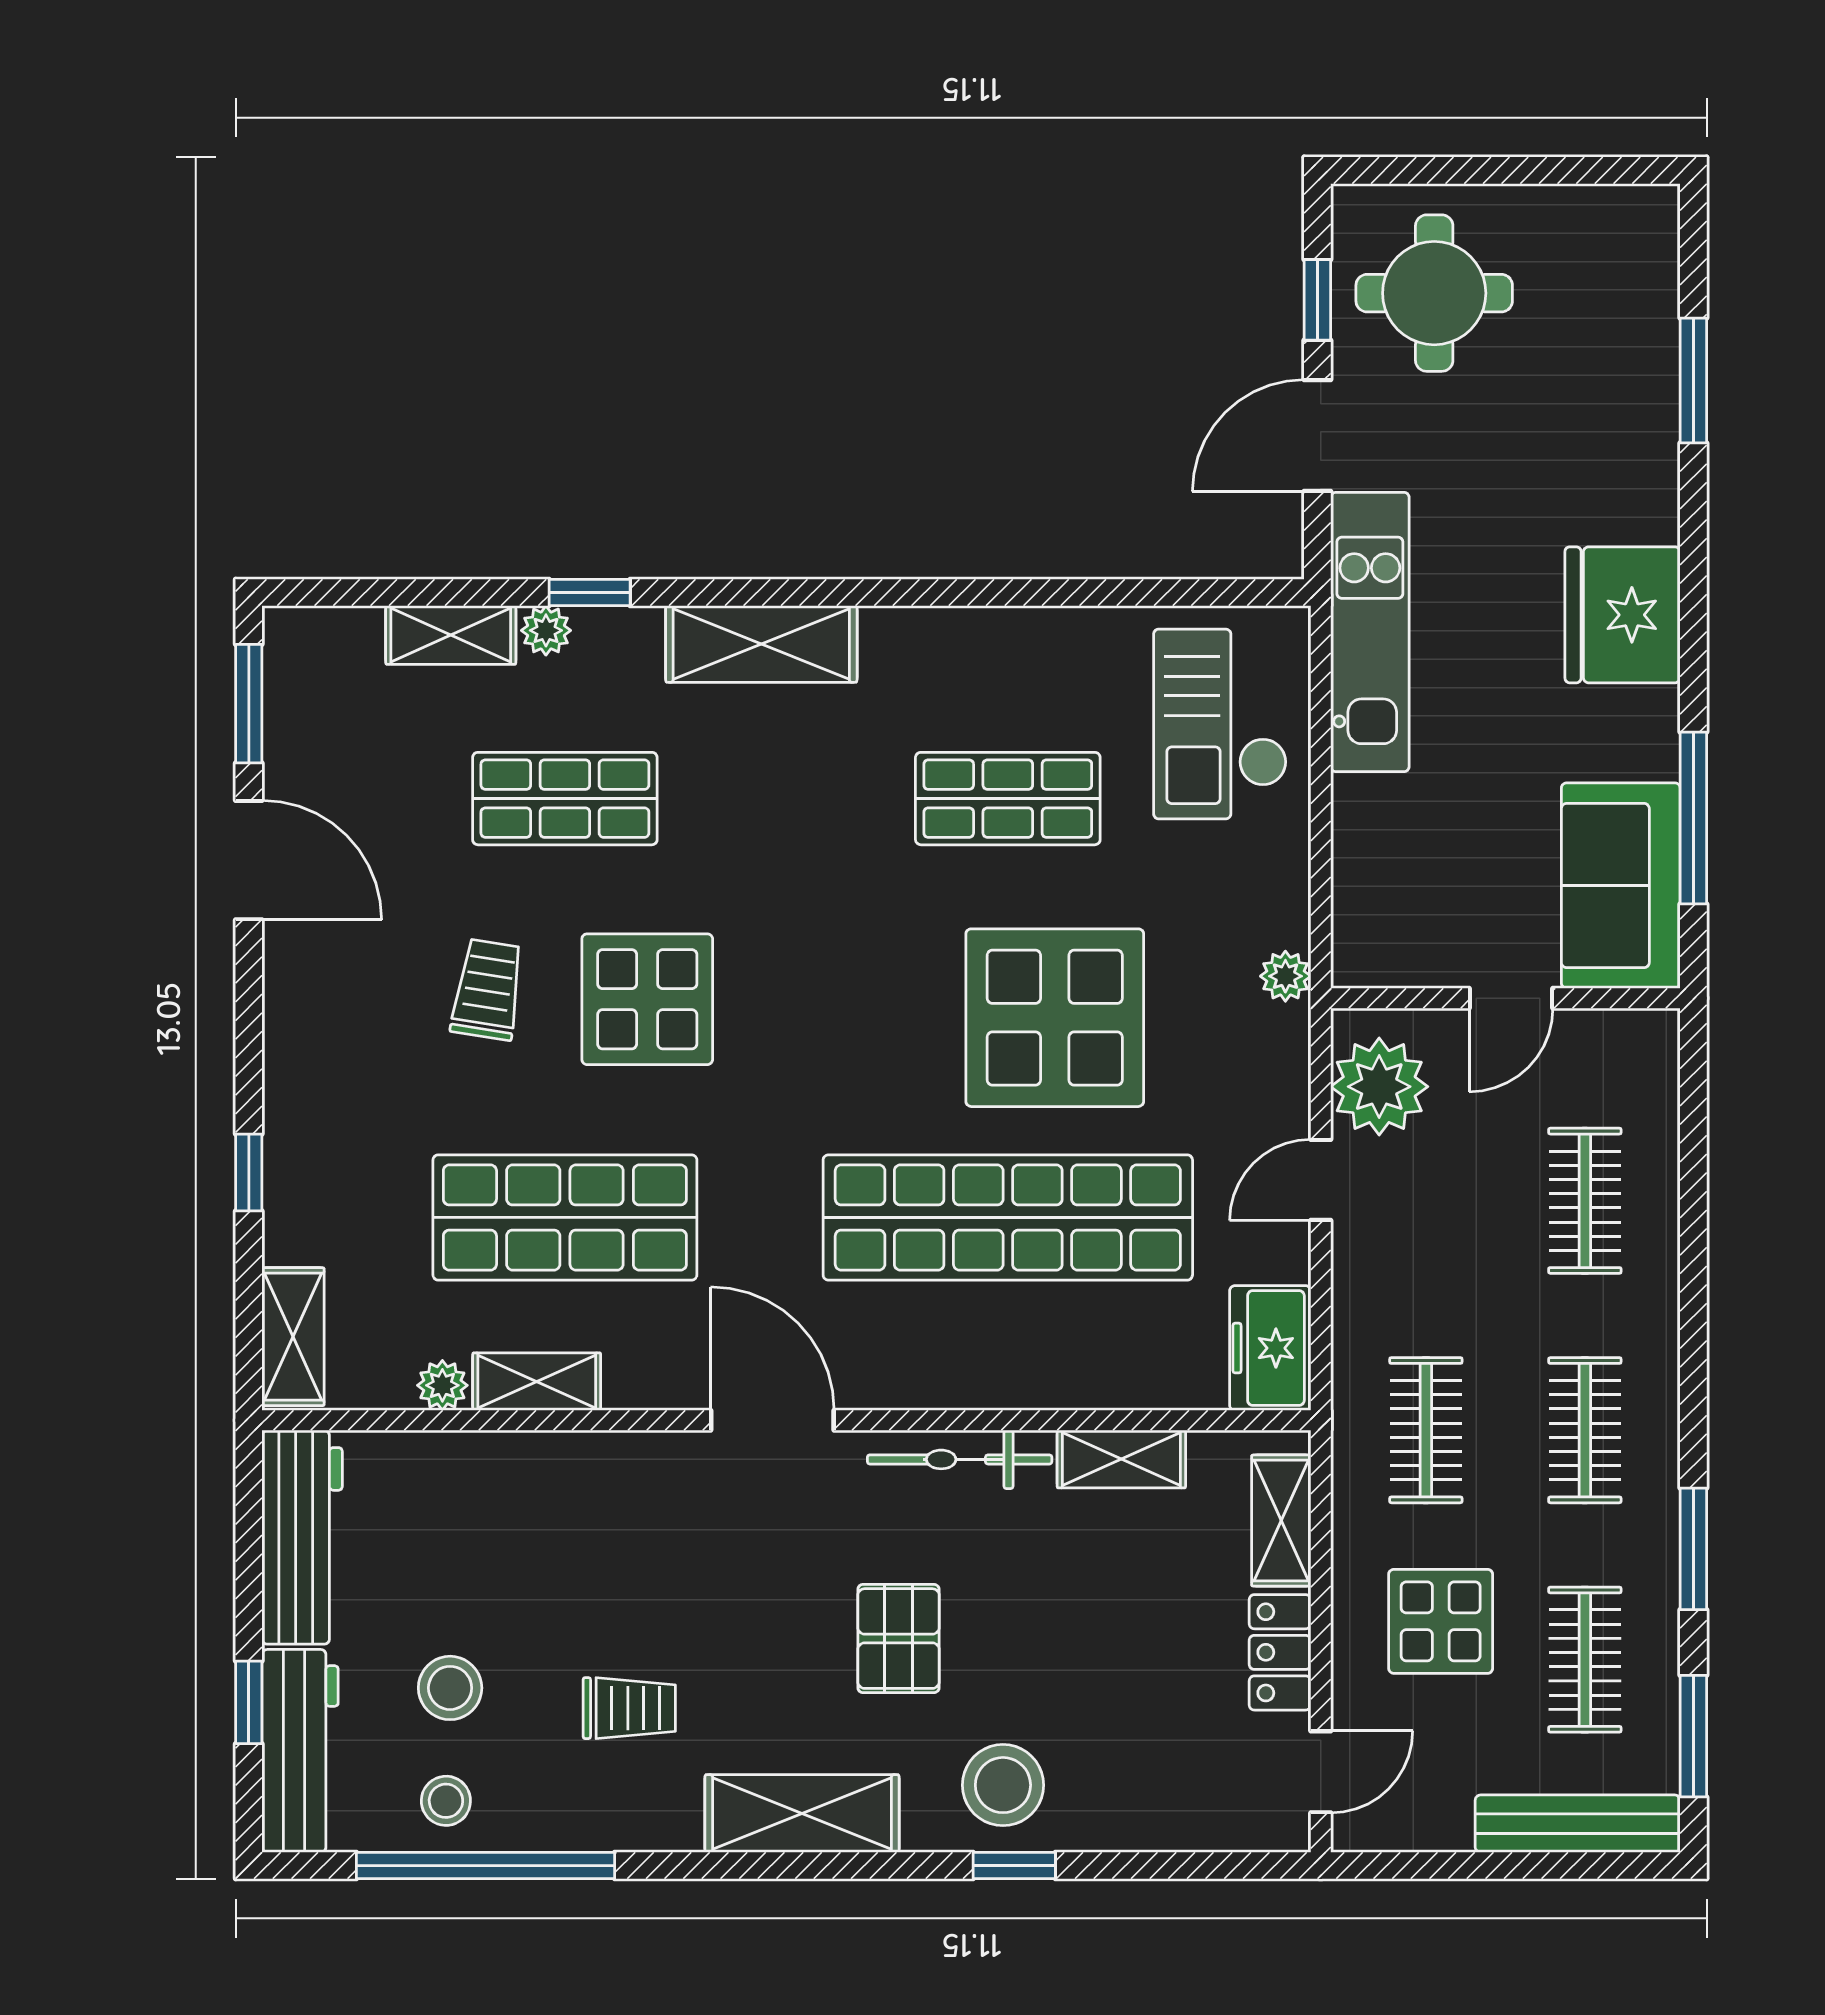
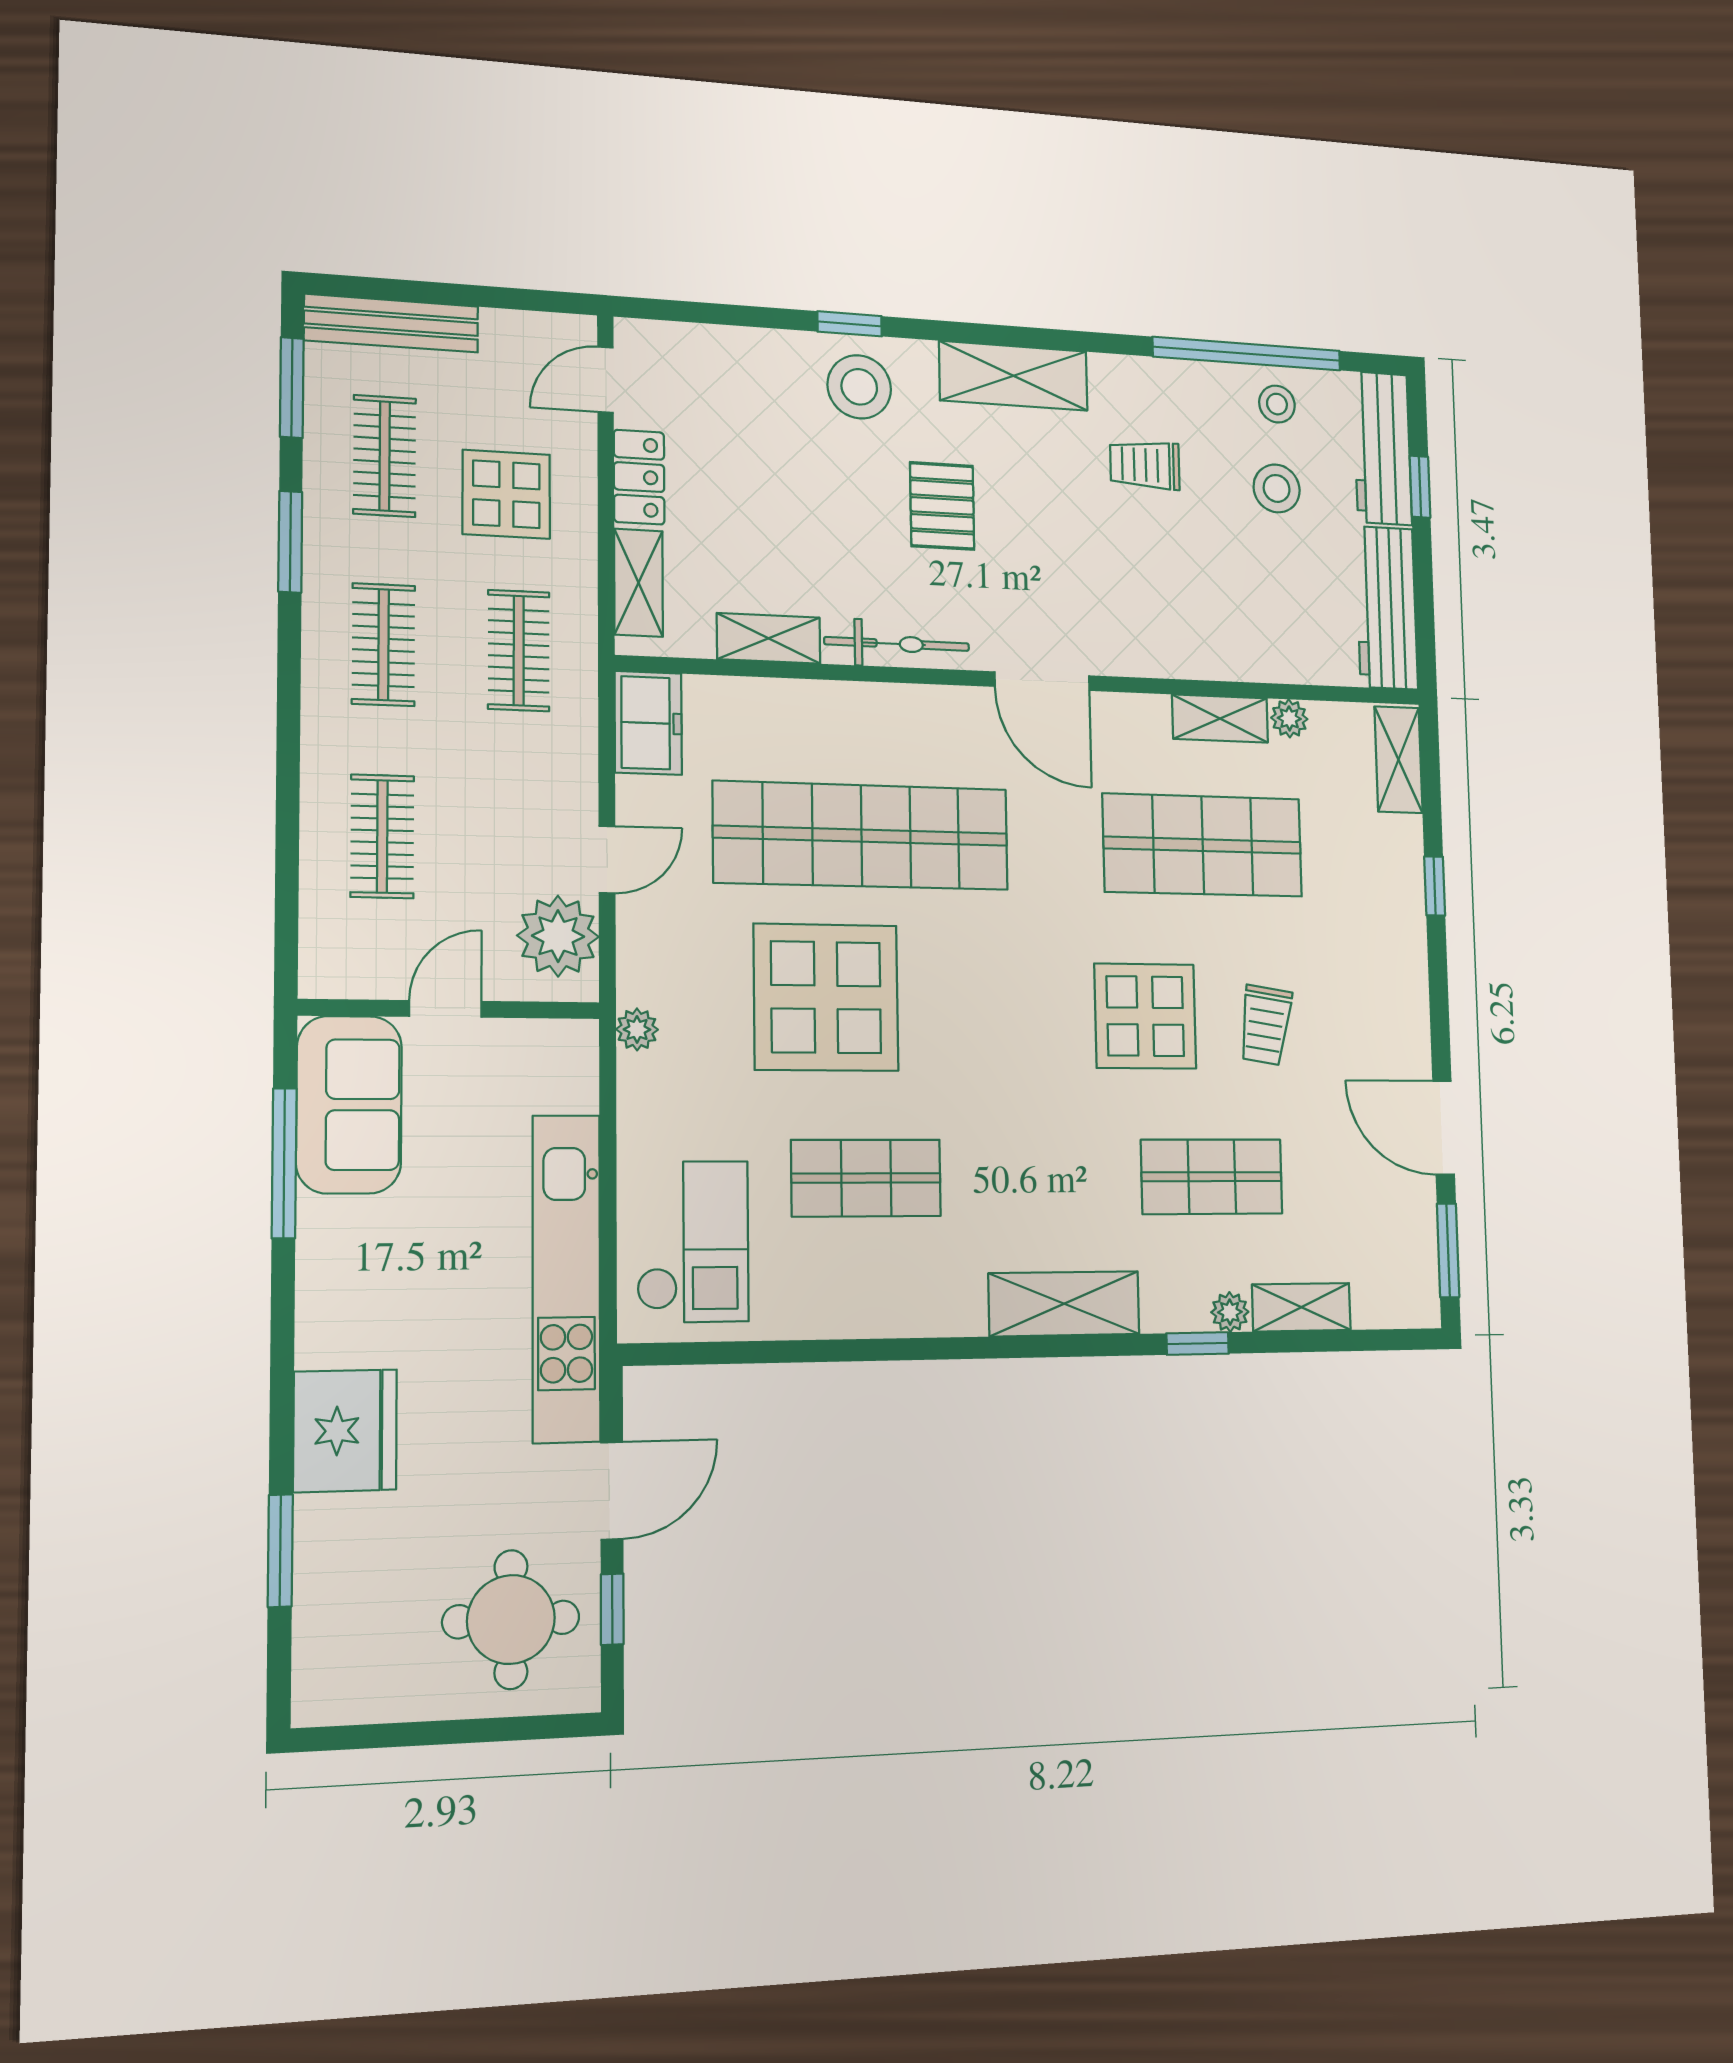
fridge: (1623, 615) -> (345, 1431), moved
kitchen unit: (1370, 632) -> (566, 1278), width x1.36

